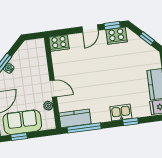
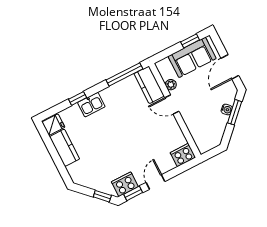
window: (147, 38) -> (102, 196), moved
kitchen counter: (75, 118) -> (149, 85), moved, turned 90

